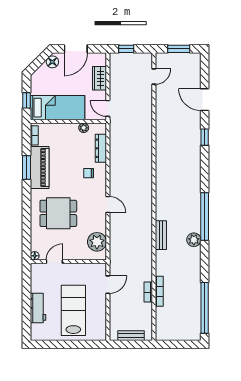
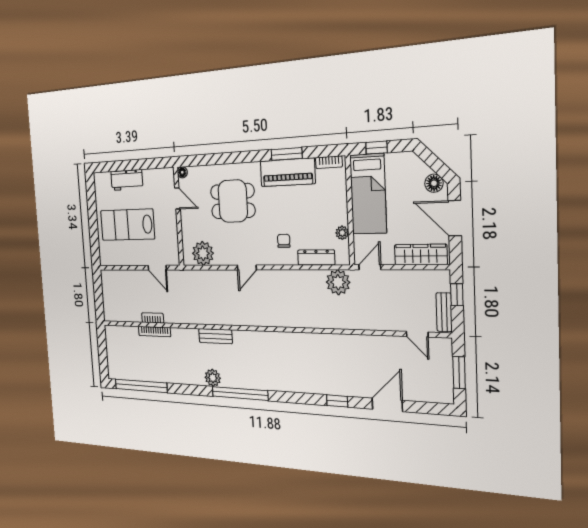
wardrobe: (99, 78) -> (421, 255), width x1.50
plant: (119, 132) -> (338, 282), added
dining table: (58, 213) -> (233, 201), turned 90
lab bench: (73, 310) -> (127, 225), turned 180
bench: (131, 336) -> (444, 312), moved

